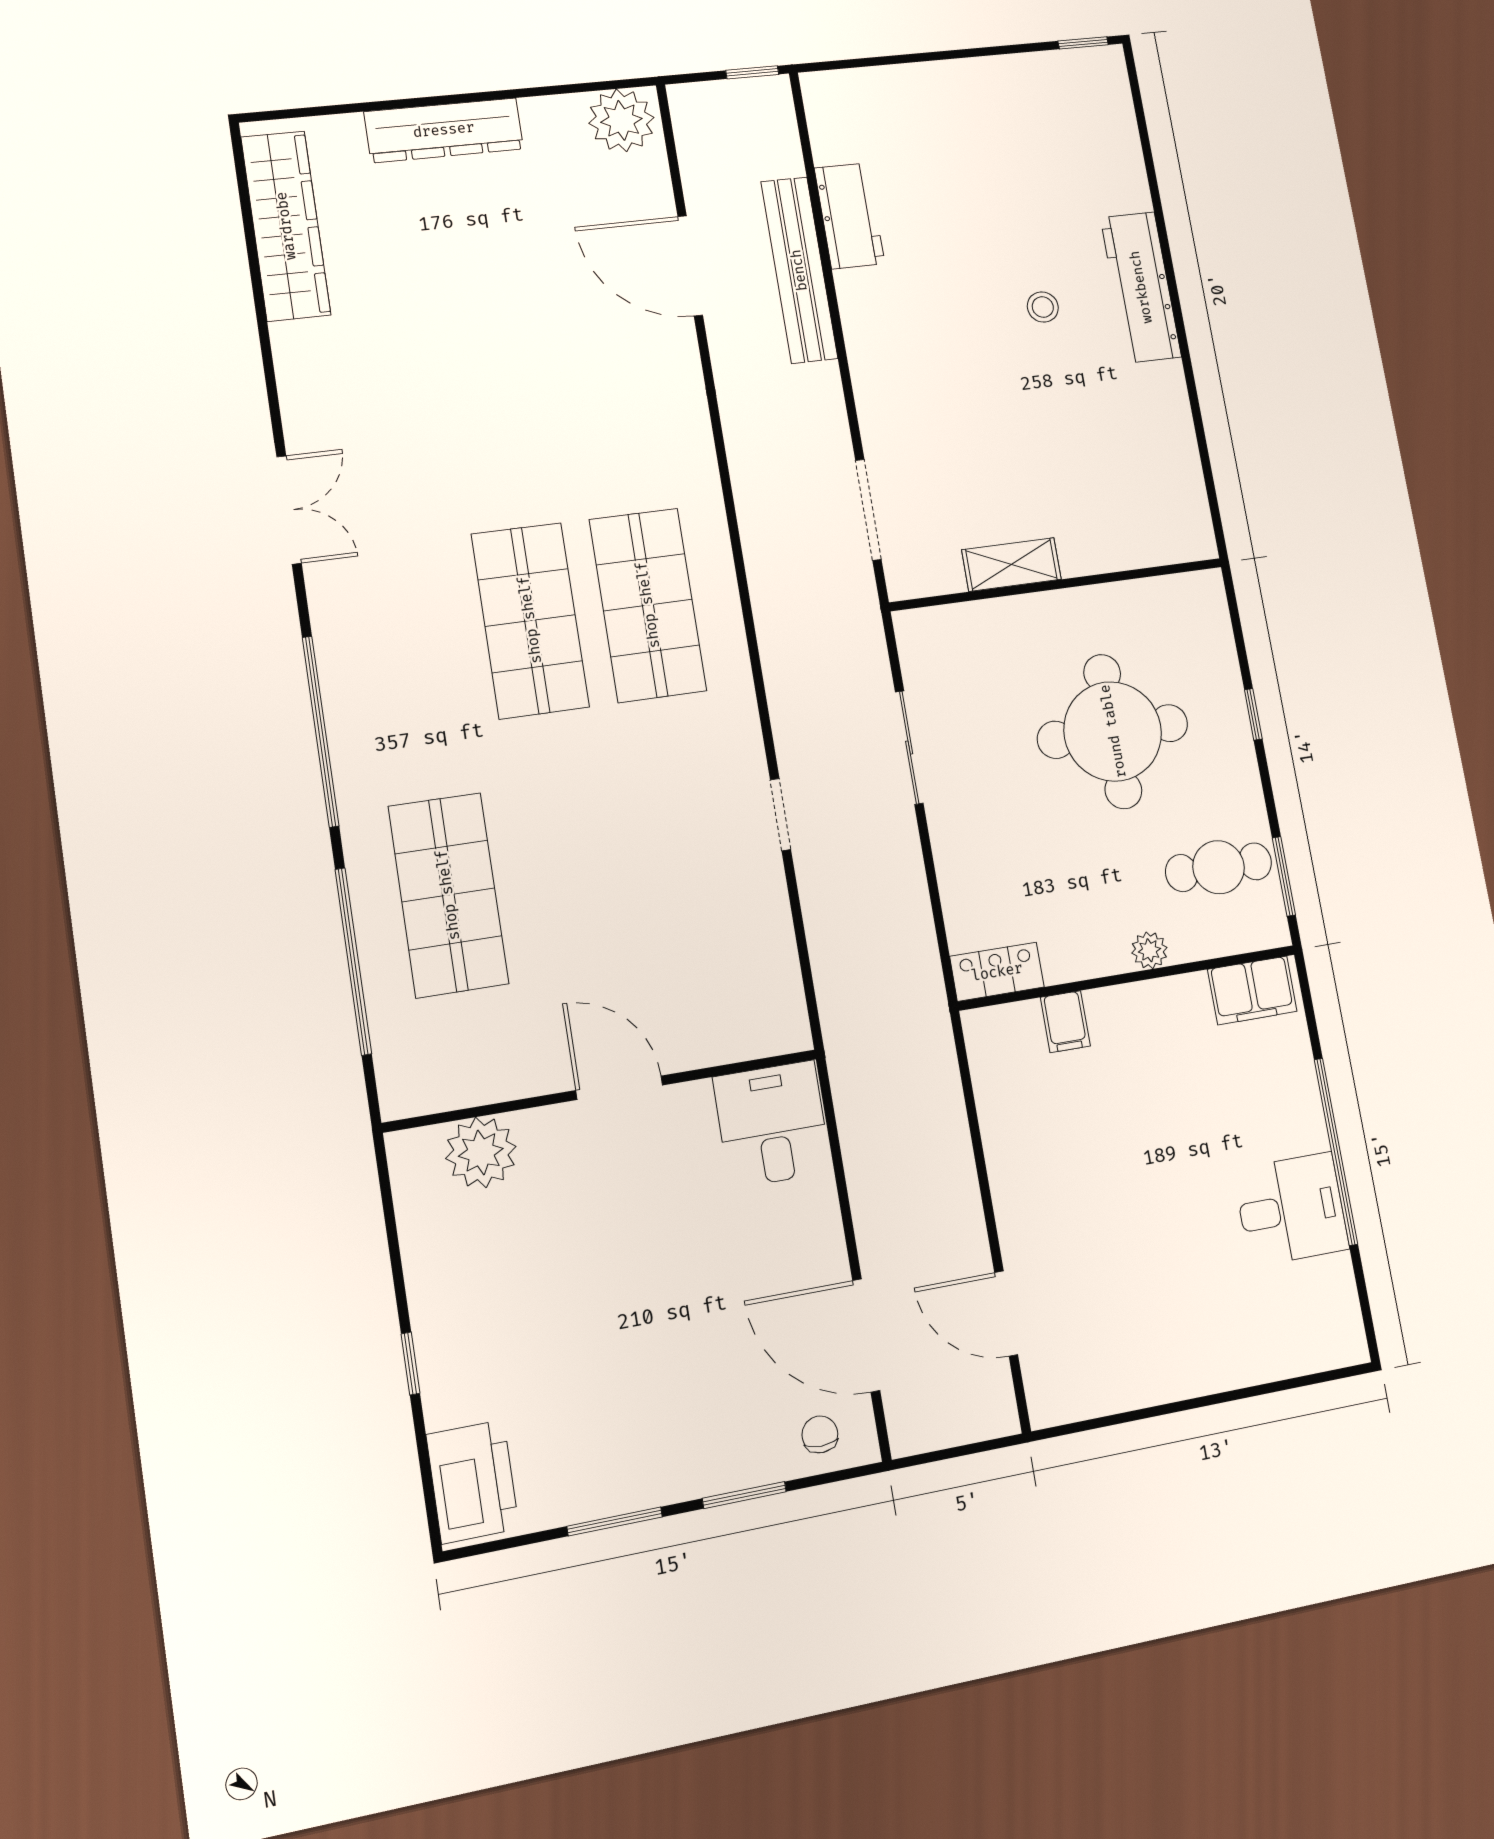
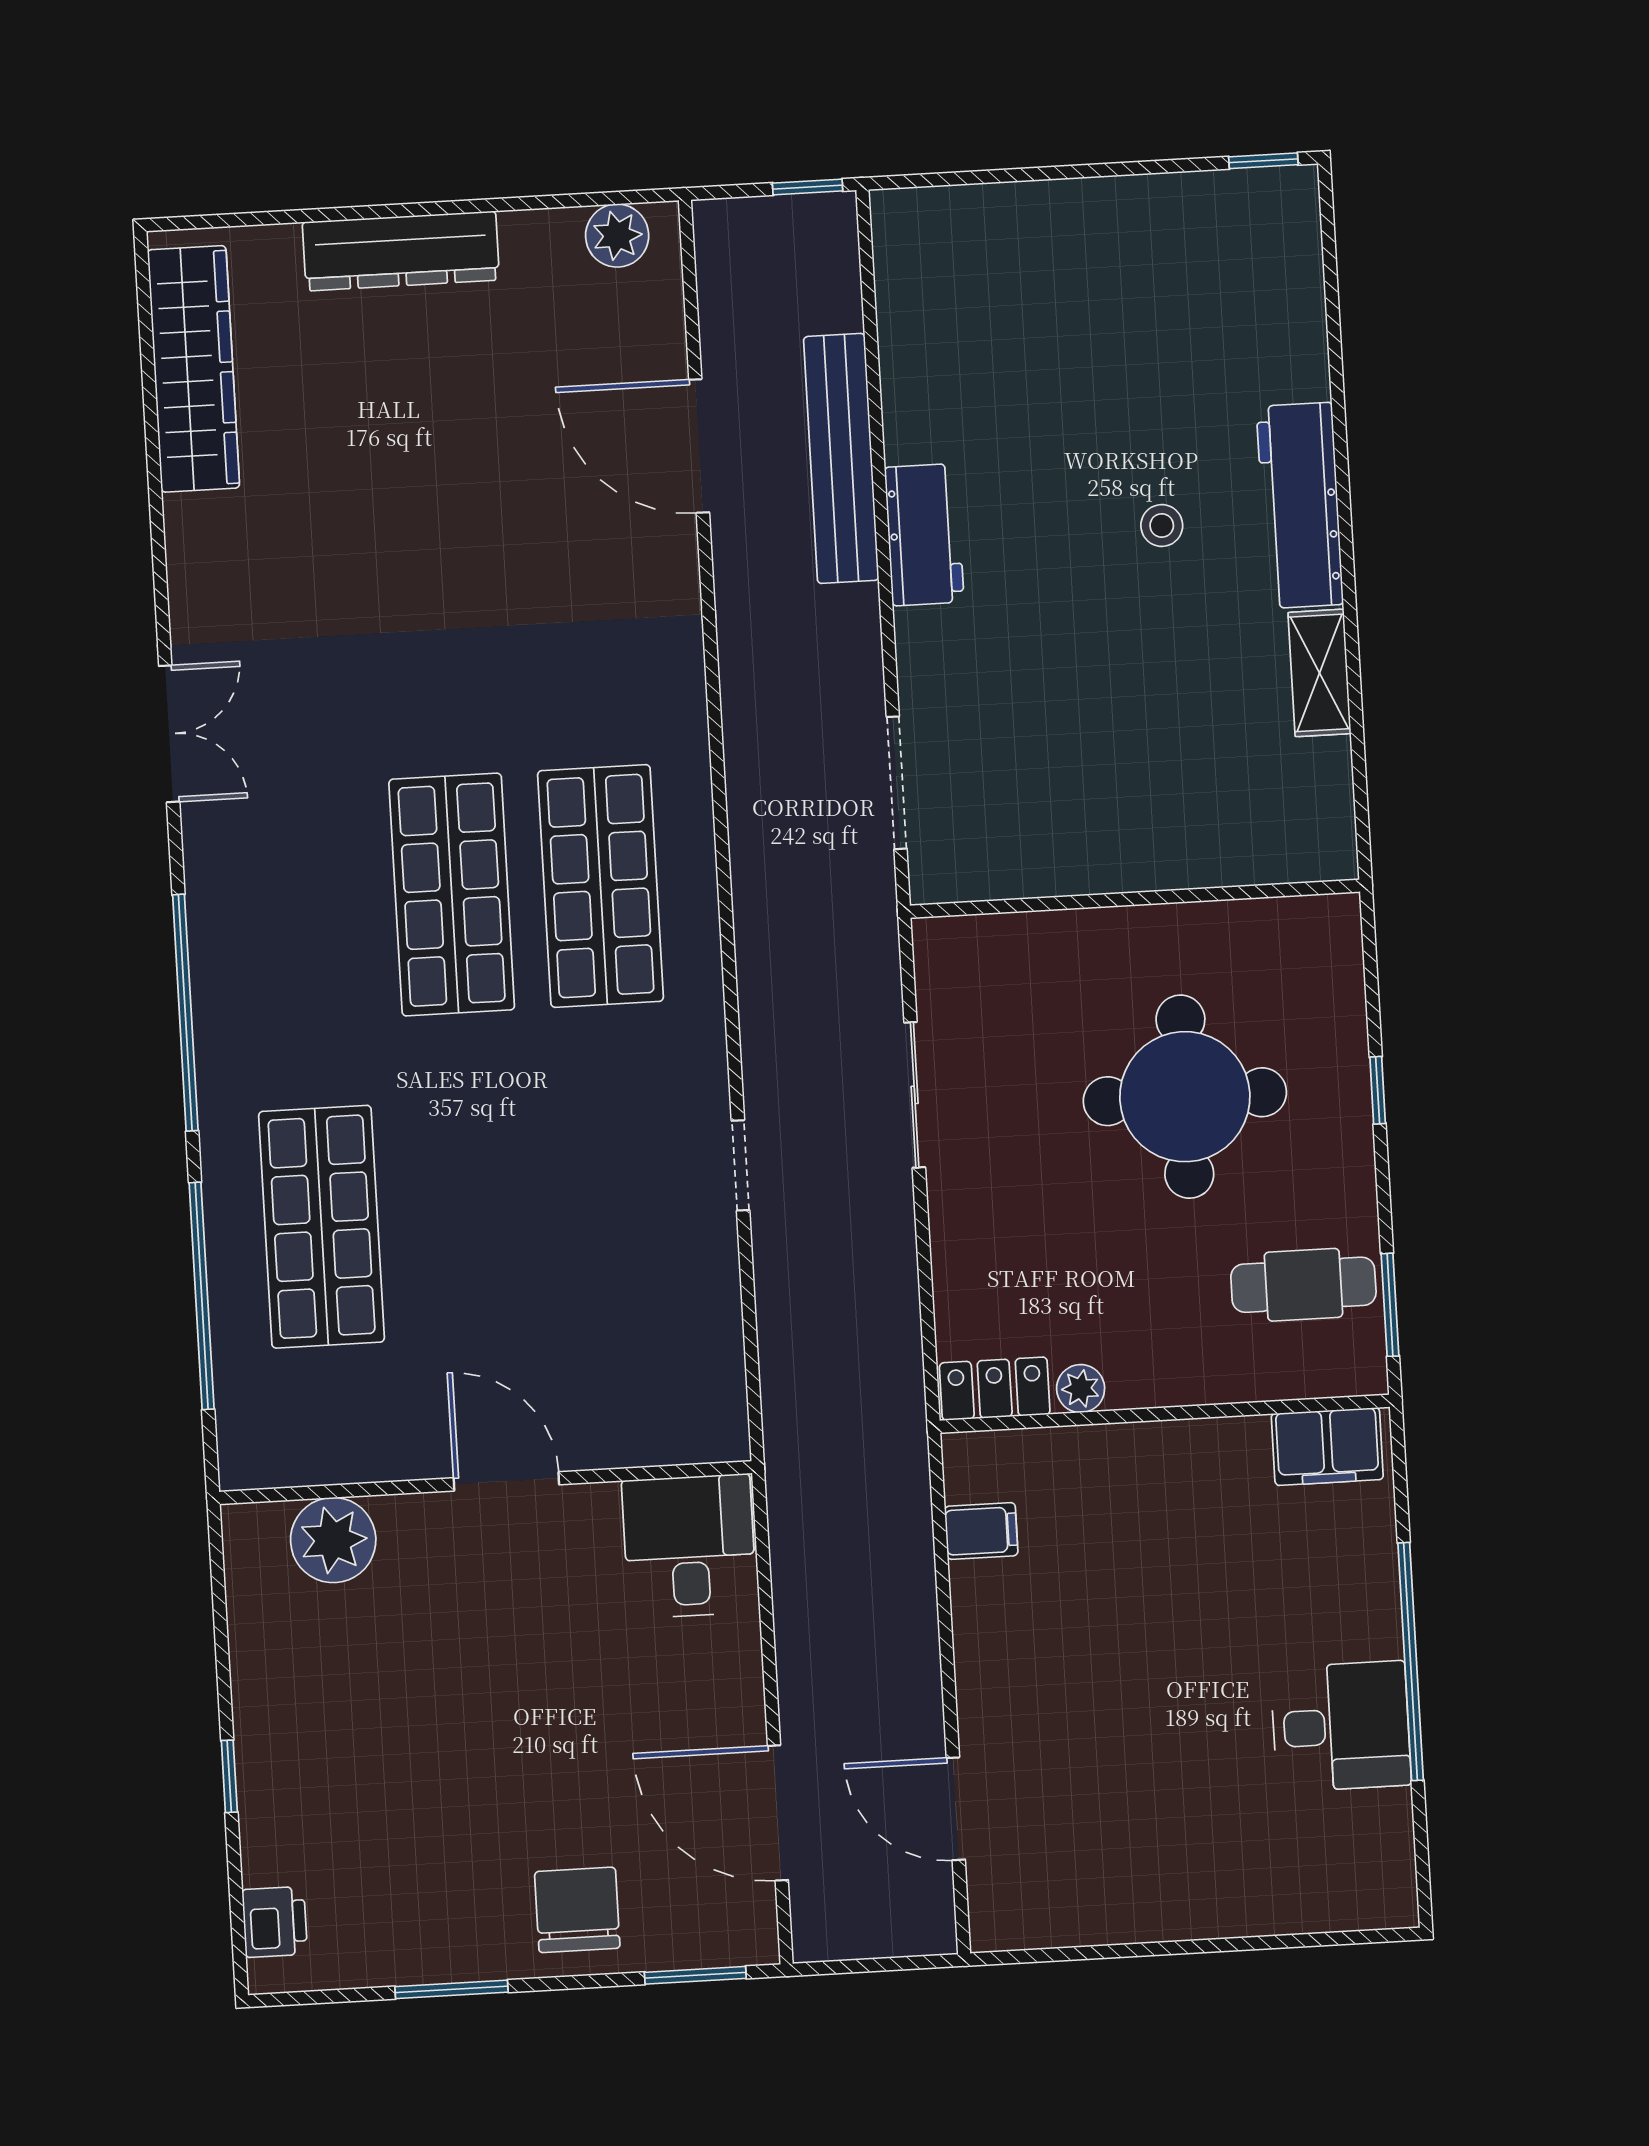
plant: (621, 120) -> (617, 236), width x0.73, depth x0.73
workbench: (850, 216) -> (924, 535), moved
shelving: (1011, 565) -> (1320, 673), moved, turned 90
plant: (1149, 950) -> (1081, 1389), moved
filing cabinet: (1065, 1022) -> (981, 1531), moved, turned -90
chair: (820, 1434) -> (577, 1910), moved, width x1.87, depth x1.87
printer: (473, 1482) -> (275, 1922), width x0.53, depth x0.68
window: (744, 1495) -> (695, 1975), moved

